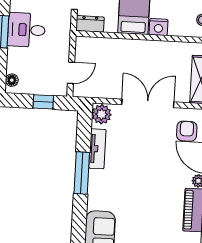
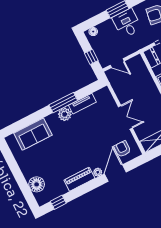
double door: (148, 103) -> (125, 117), width x0.73
plant: (102, 114) -> (65, 114), moved
armchair: (187, 131) -> (122, 149), turned -90

